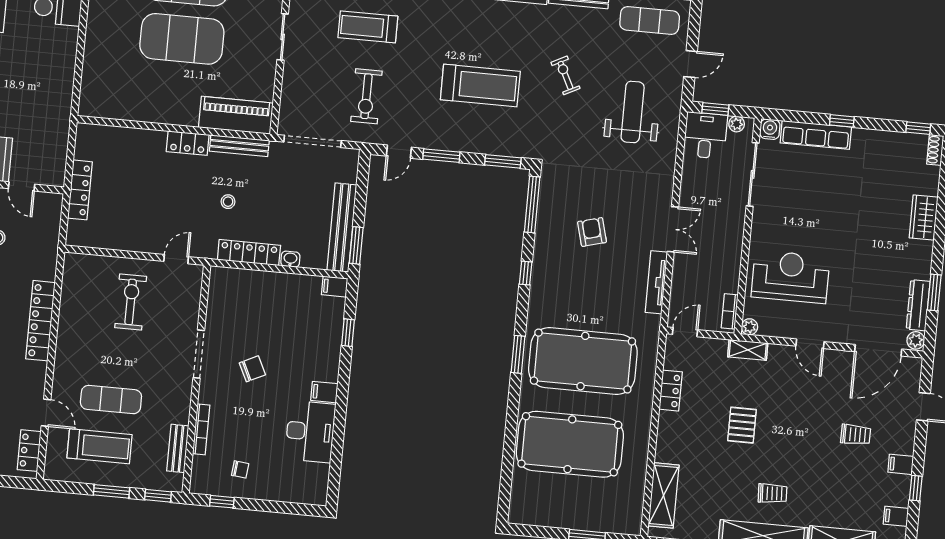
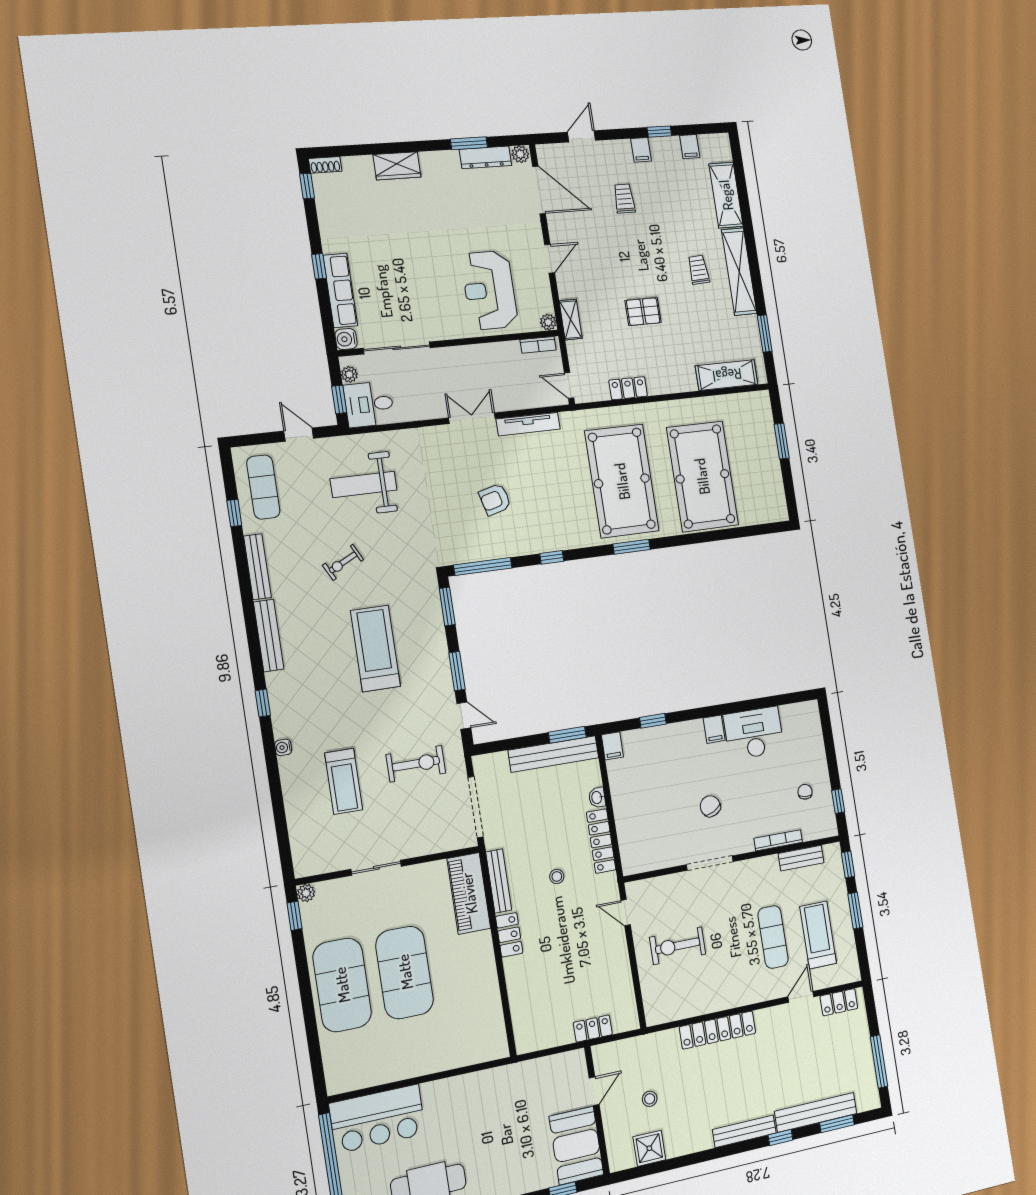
locker: (80, 190) -> (593, 1029), width x0.66

